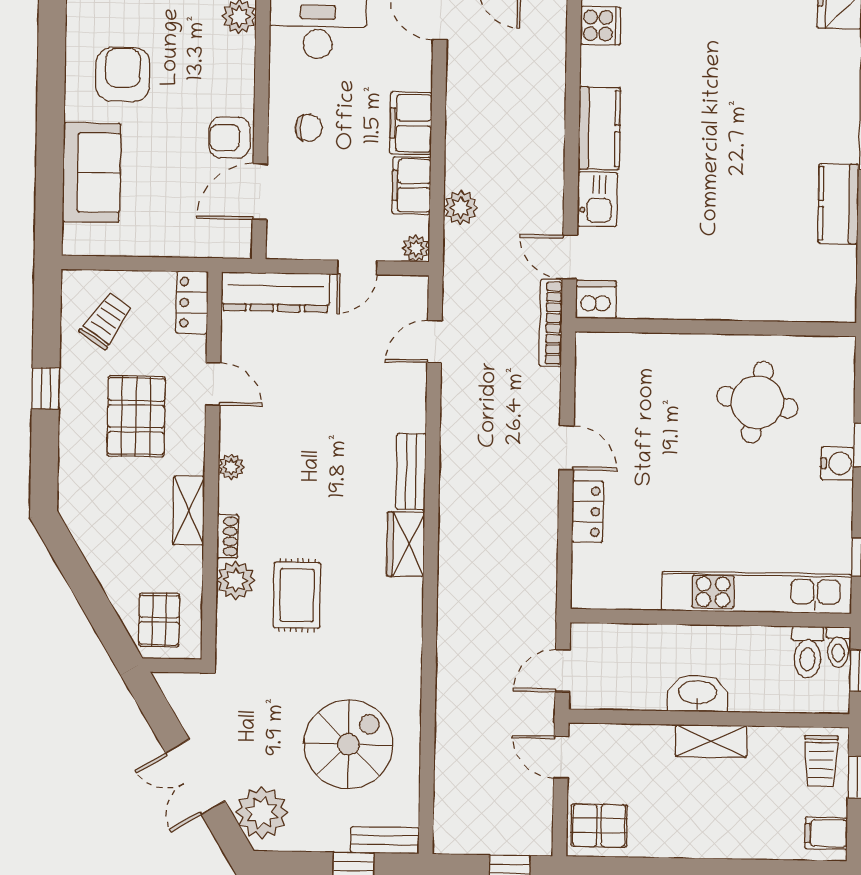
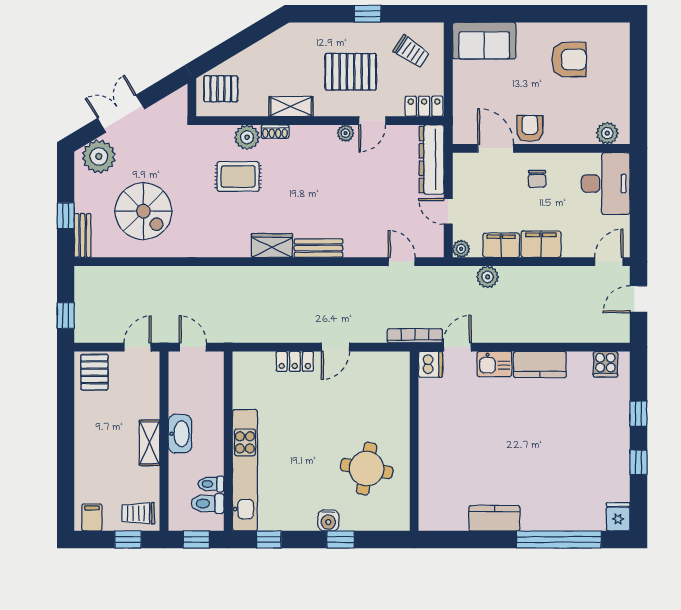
sofa: (92, 173) -> (484, 41), moved
plant: (231, 467) -> (345, 133), moved
toilet: (838, 647) -> (211, 484), moved

